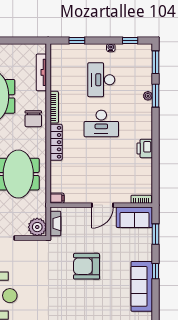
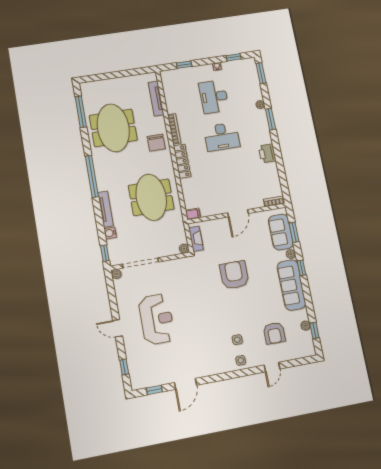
window: (156, 96) -> (271, 119), moved
sofa: (134, 217) -> (281, 232), moved, turned 90
plant: (37, 227) -> (184, 249), width x0.53, depth x0.53
plant: (148, 255) -> (291, 254), added
armchair: (87, 266) -> (234, 275), turned 90

